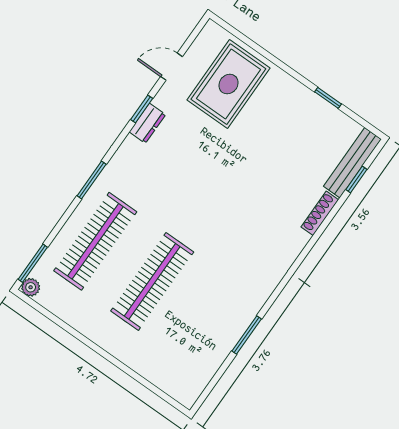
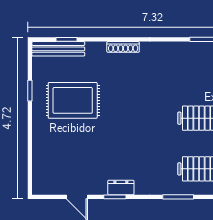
rug: (228, 84) -> (73, 100), moved
shoe rack: (320, 213) -> (123, 47), moved

